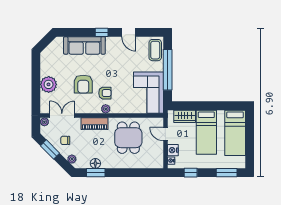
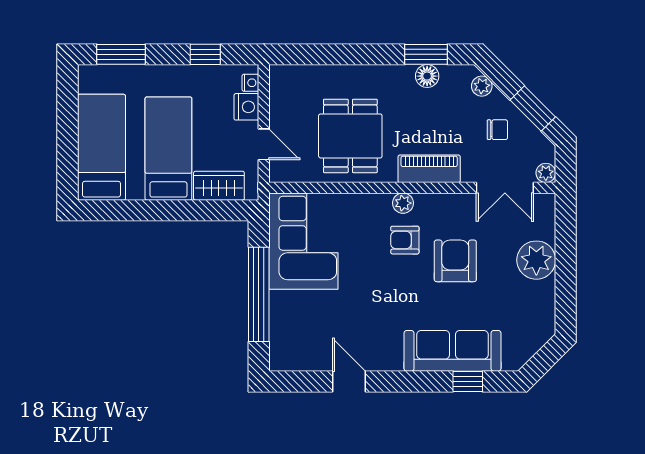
window: (102, 32) -> (468, 381), moved
coffee table: (155, 50) -> (288, 340), removed

